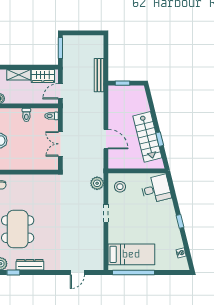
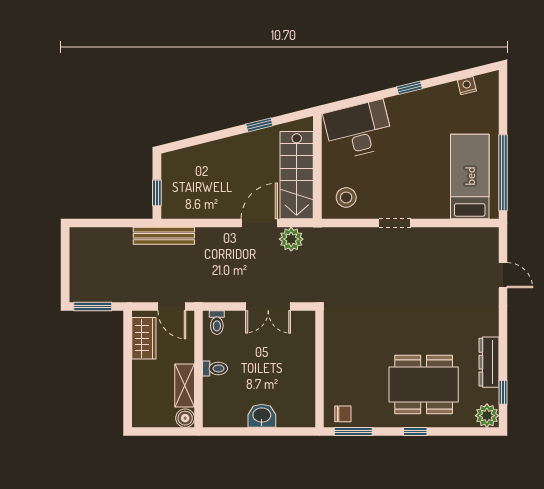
shelving: (19, 75) -> (185, 386), moved
bench: (99, 75) -> (164, 236), moved
stairs: (147, 137) -> (297, 175), moved, turned 104
plant: (97, 183) -> (291, 239), moved
desk: (156, 189) -> (358, 130), width x1.37

